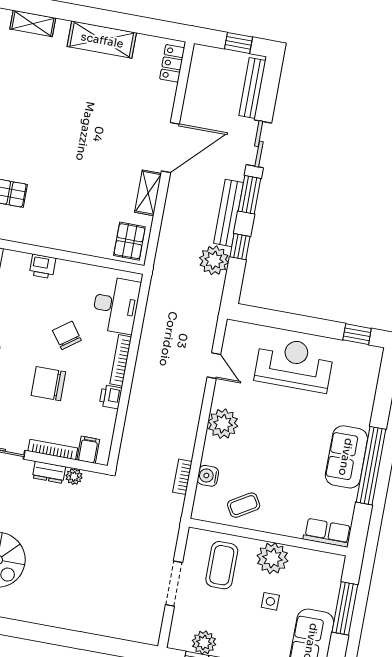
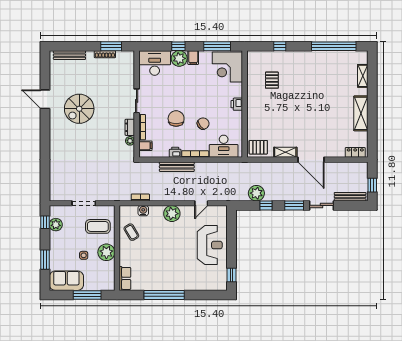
bench: (228, 213) -> (177, 167), moved
sofa: (346, 457) -> (166, 281), removed

